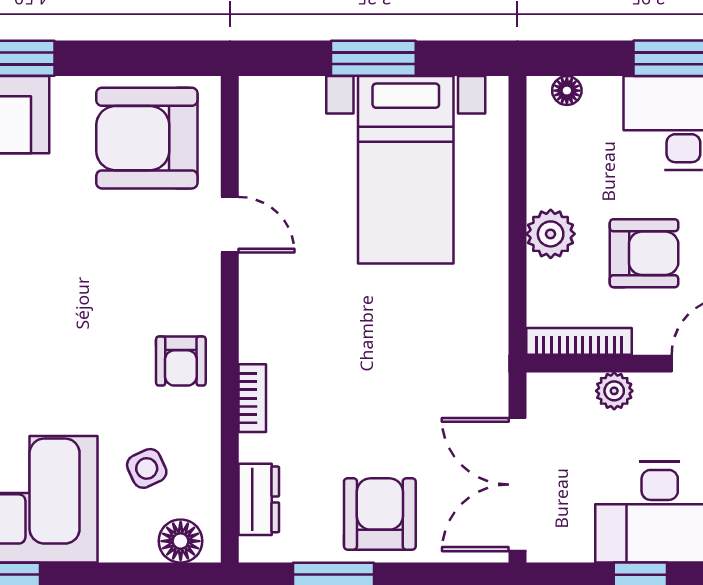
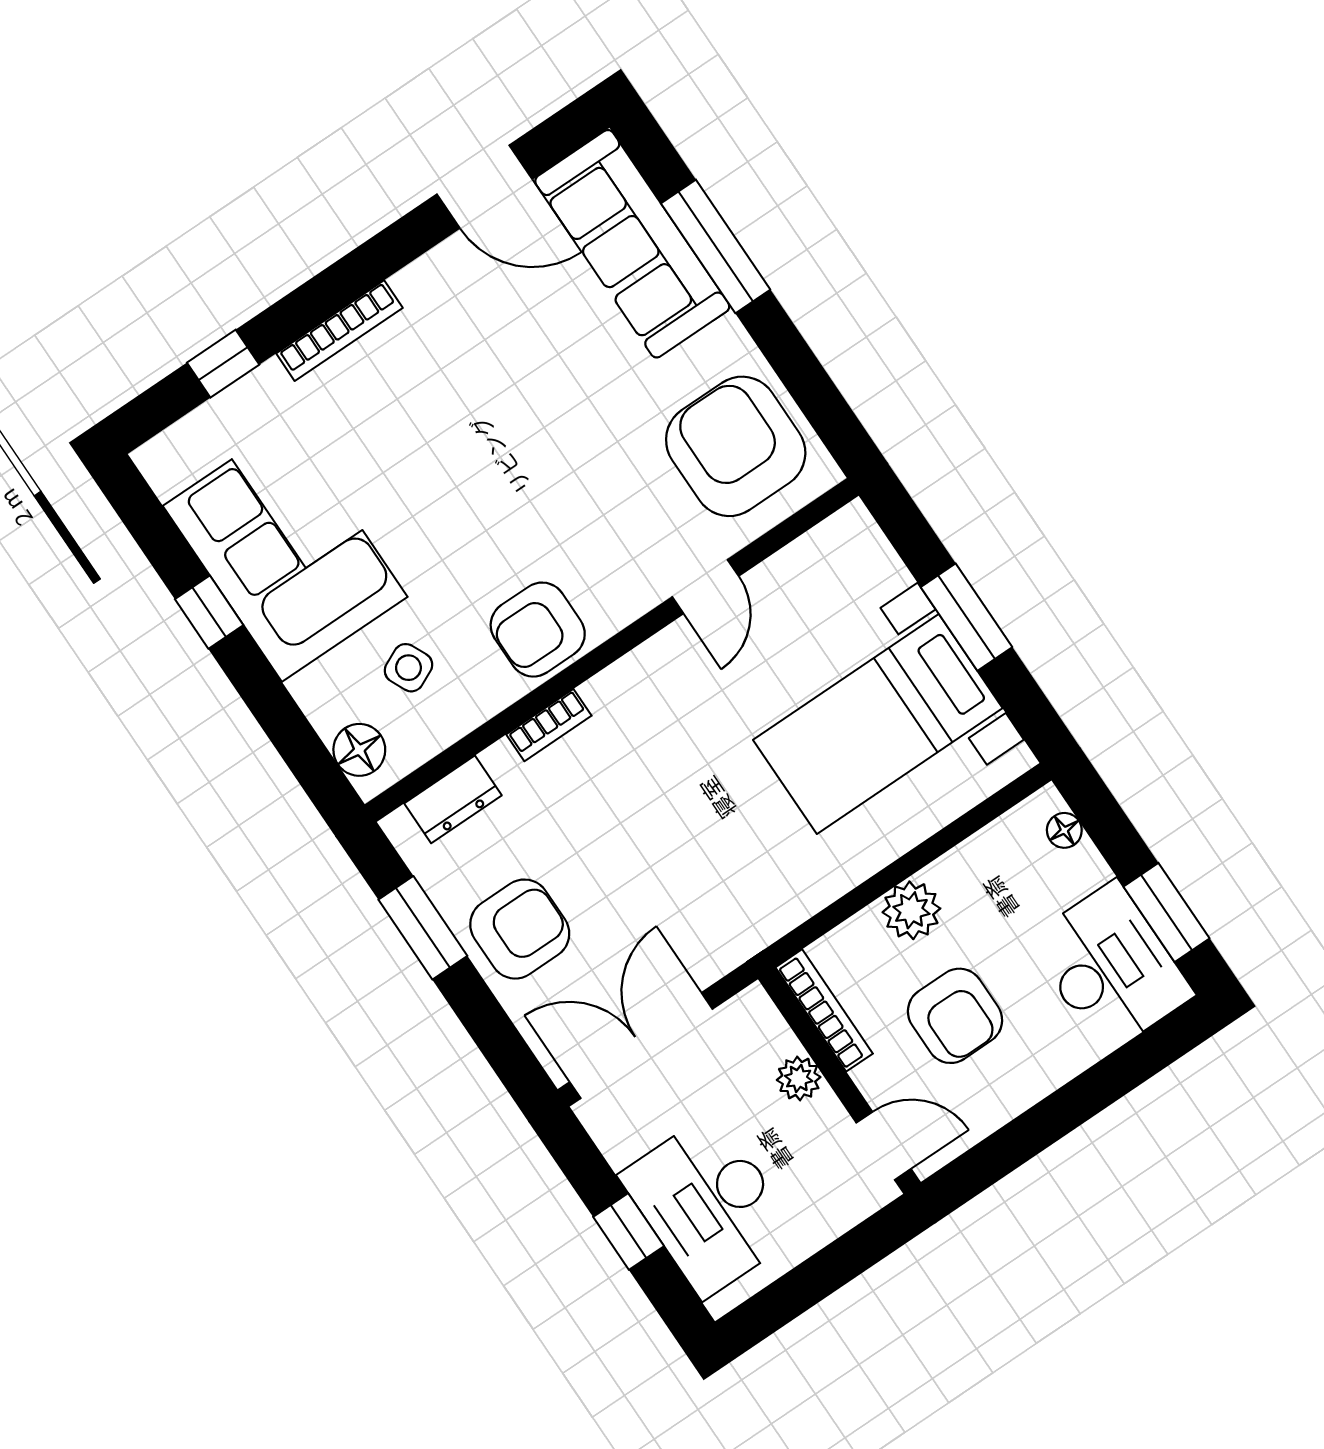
armchair: (181, 361) -> (538, 630), width x1.38, depth x1.38

